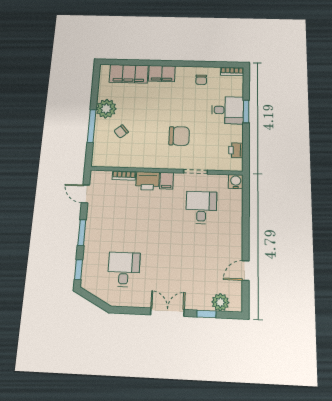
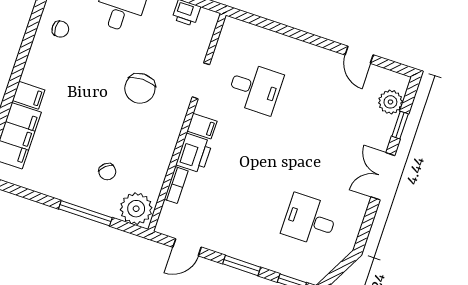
filing cabinet: (162, 74) -> (29, 95), width x0.50
plant: (106, 109) -> (136, 209), moved
chair: (179, 136) -> (140, 88), turned 180
water cooler: (236, 182) -> (232, 28), removed
desk: (201, 207) -> (255, 88), turned 180

